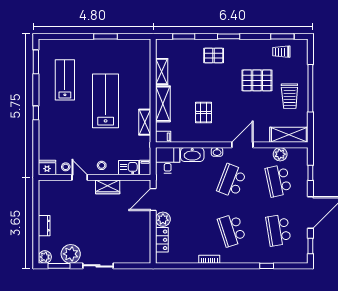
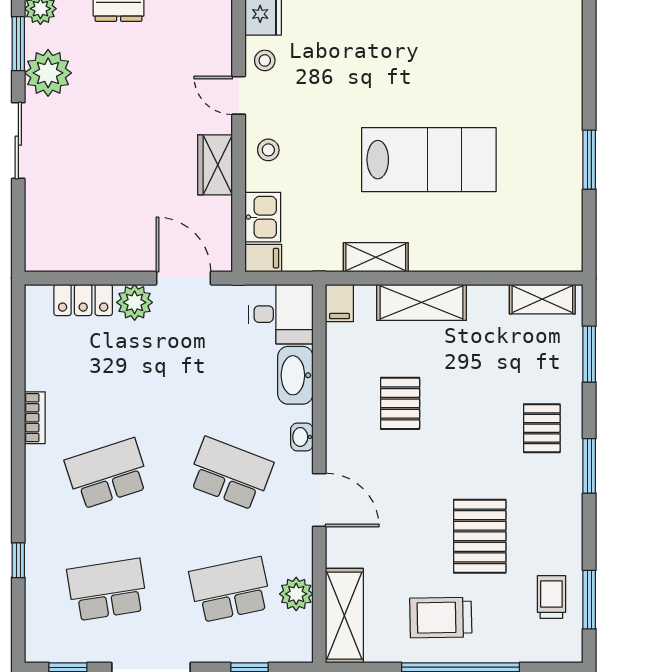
shelving: (162, 72) -> (542, 299), moved
lab bench: (65, 80) -> (481, 58), removed
pallet: (204, 112) -> (400, 403), turned 90
door: (80, 177) -> (239, 95), swing flipped

